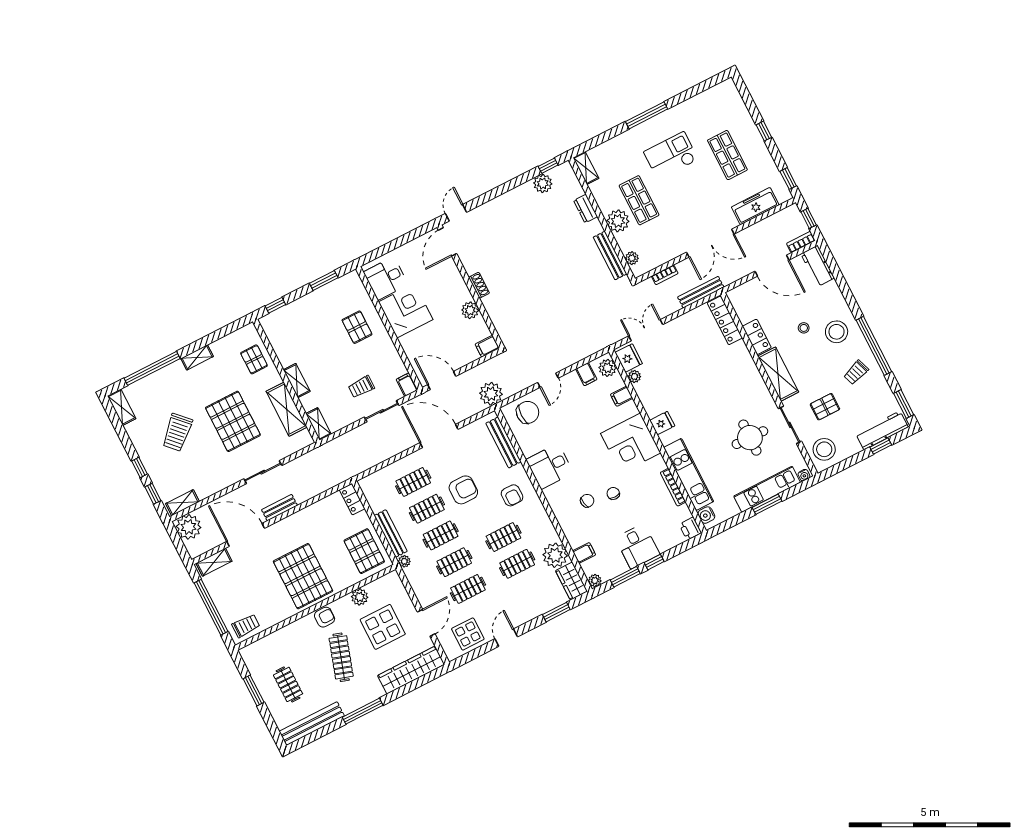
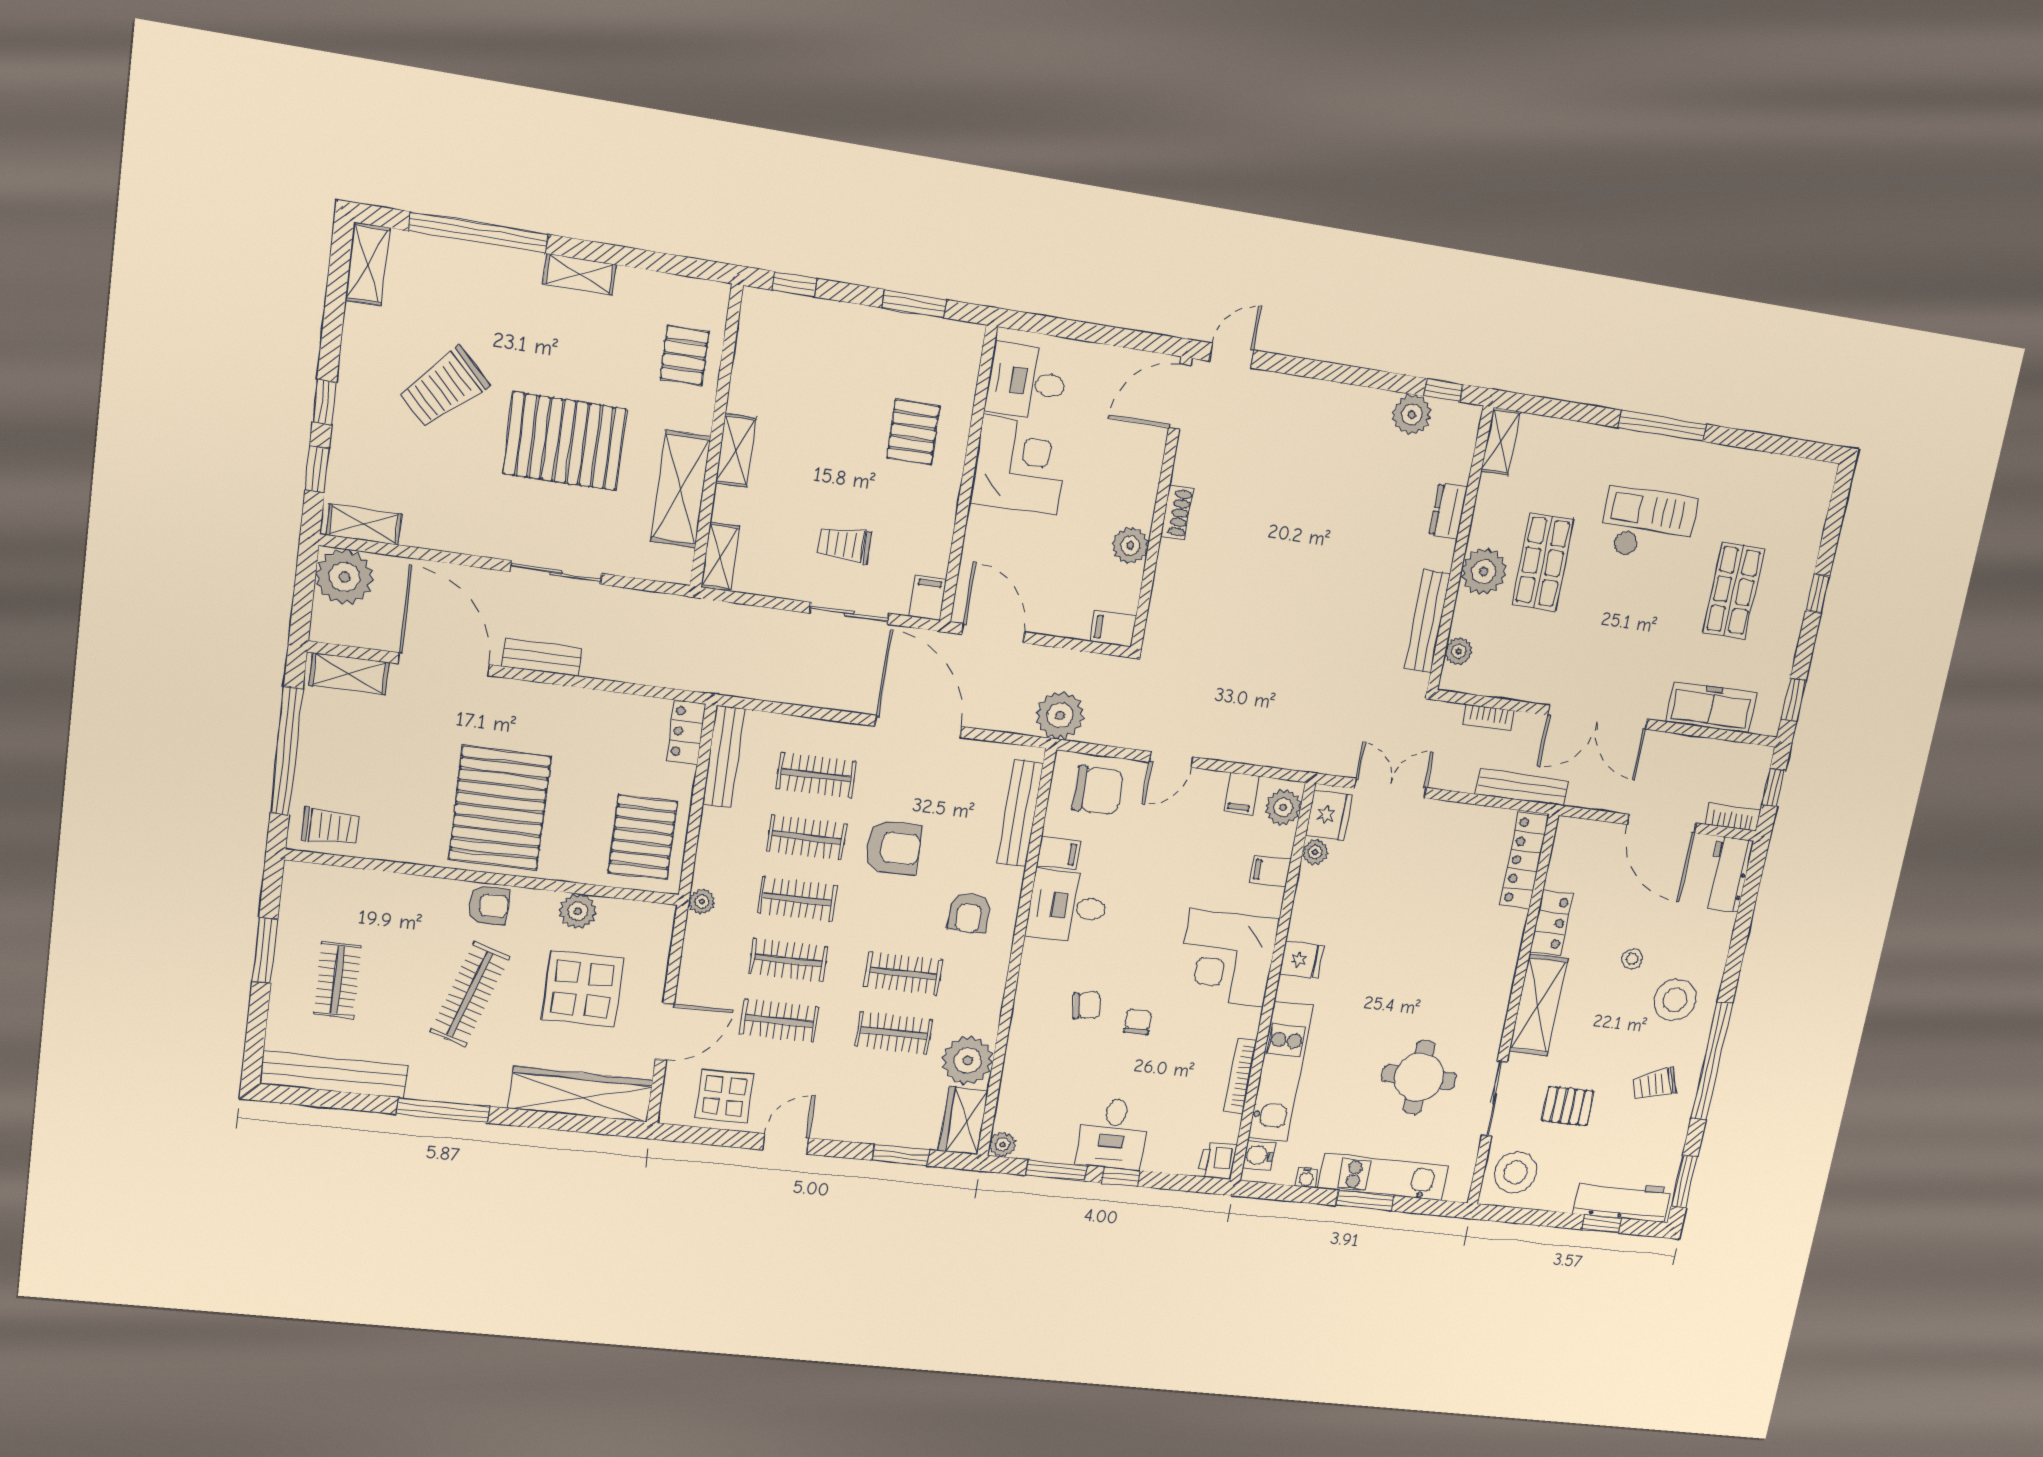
pallet: (233, 421) -> (565, 441), turned 90
water cooler: (804, 475) -> (1307, 1177), moved
bench: (391, 533) -> (724, 757), moved
filing cabinet: (584, 553) -> (1058, 853), moved

